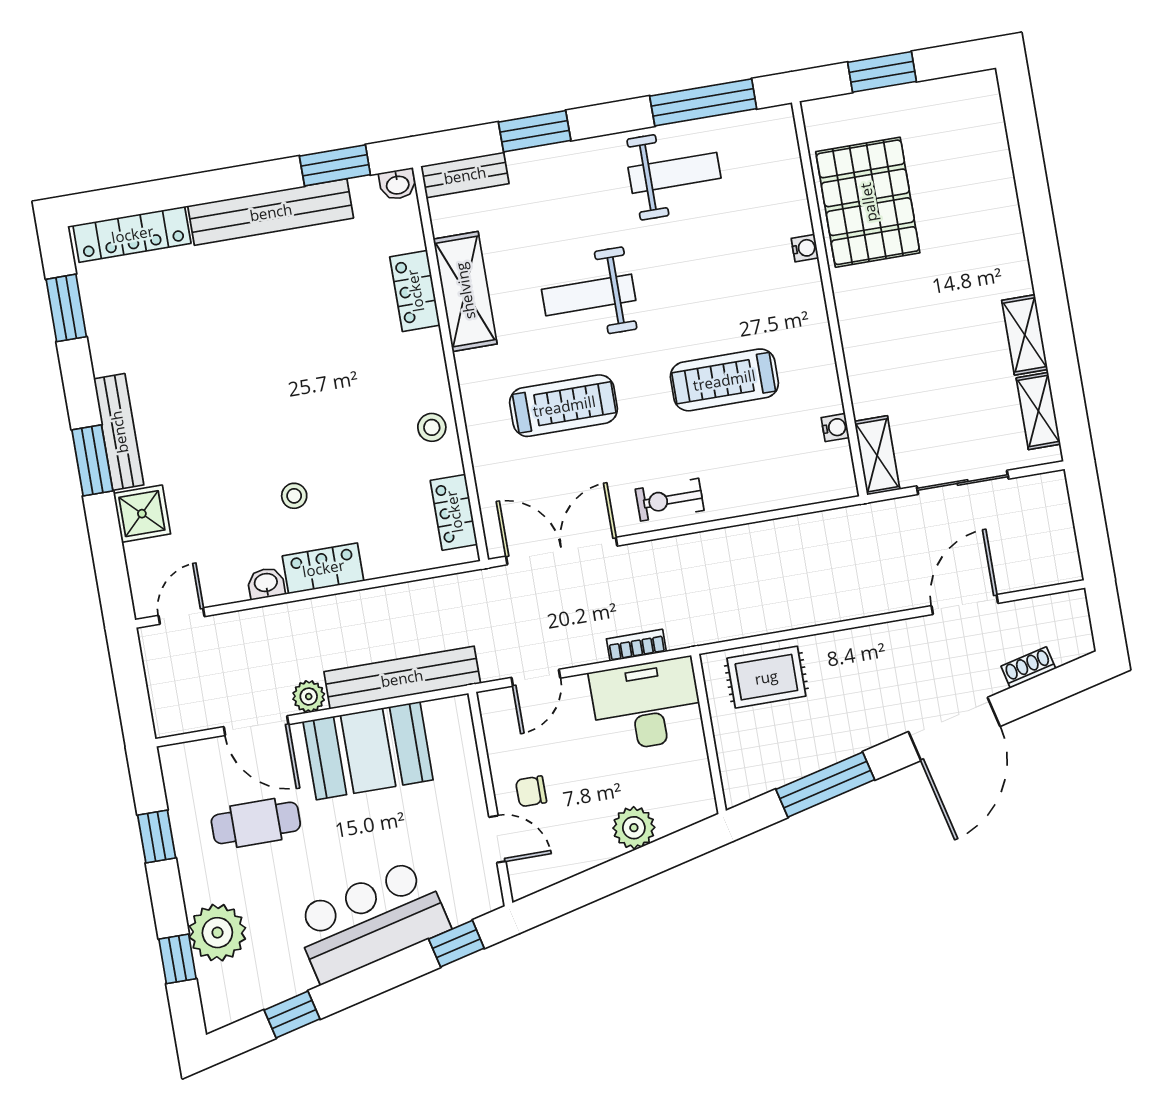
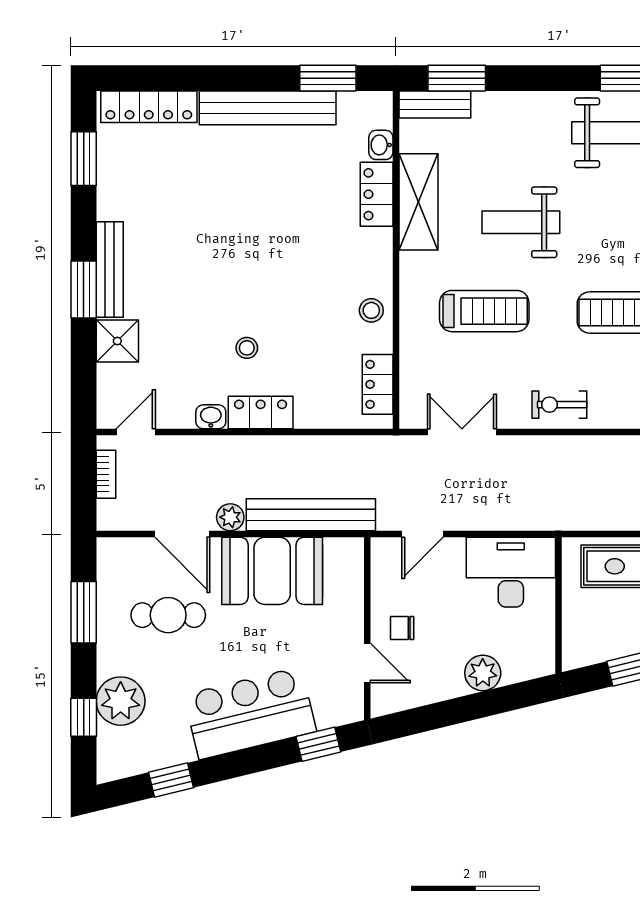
window: (535, 131) -> (457, 78), moved
washbasin: (398, 184) -> (381, 145), moved, turned 90
double door: (562, 551) -> (462, 432), width x0.73
bookcase: (636, 645) -> (106, 474), moved, turned 90
window: (157, 836) -> (84, 612), width x1.50

